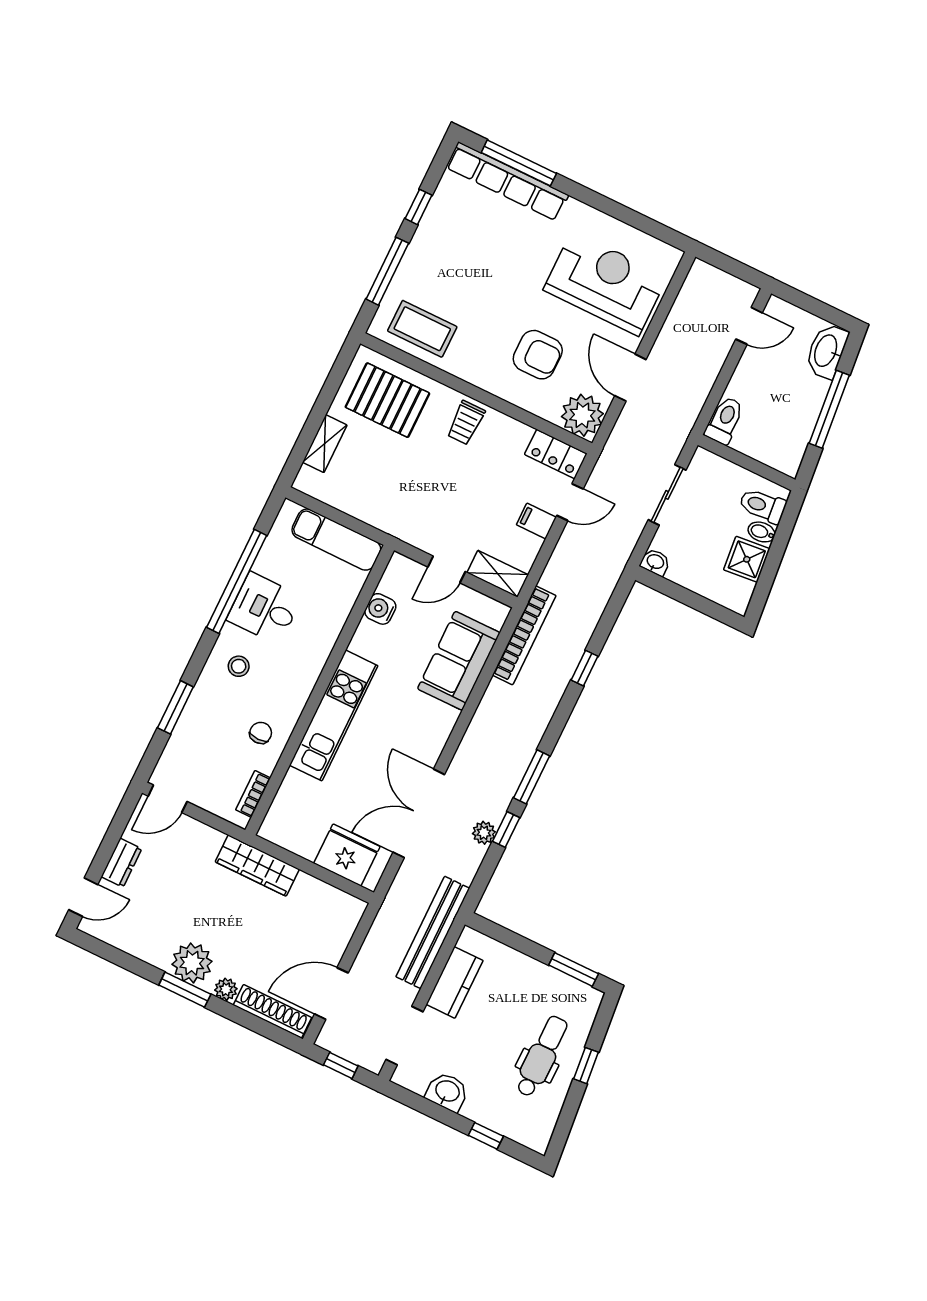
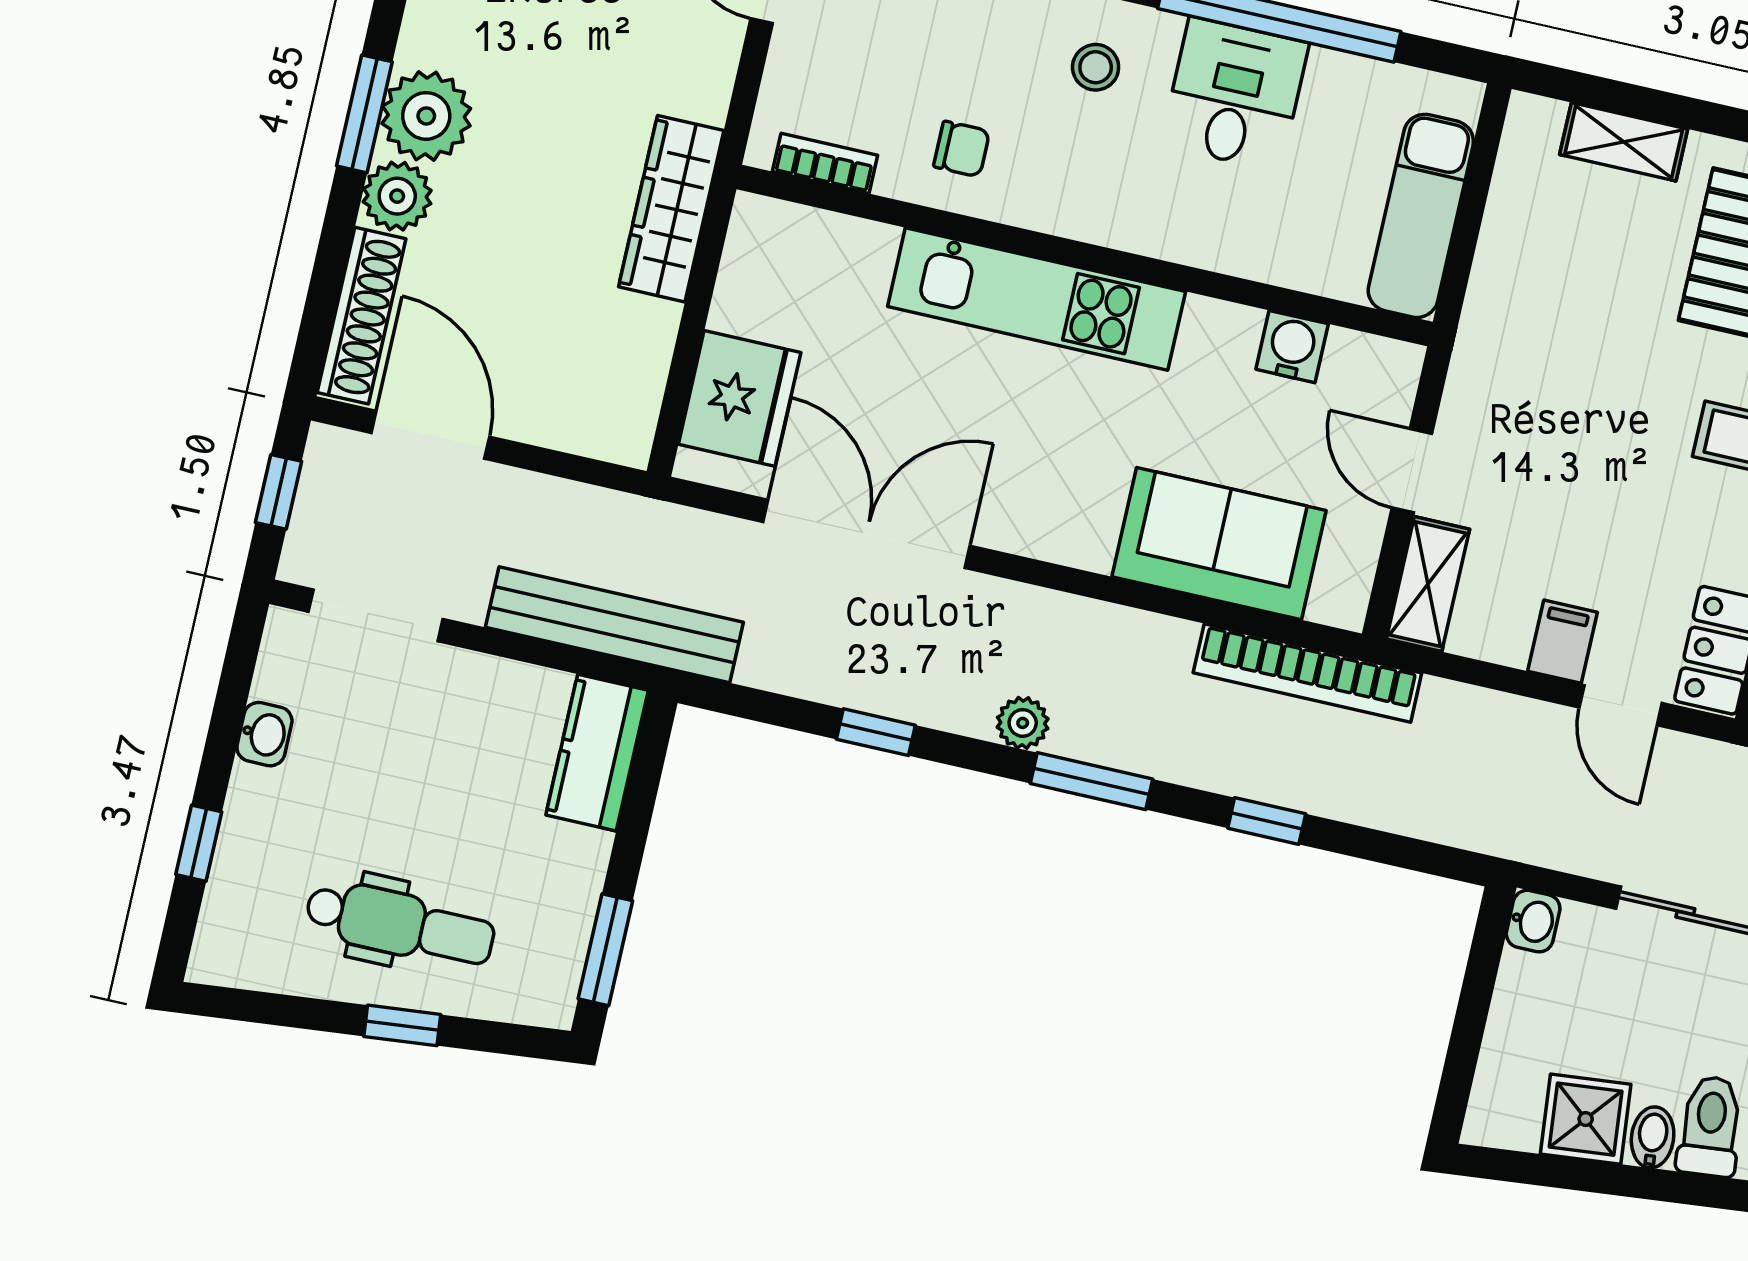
window: (532, 777) -> (1092, 781), moved
plant: (484, 833) -> (1023, 723), moved
kitchen counter: (455, 982) -> (597, 753), moved, turned 90
plant: (226, 989) -> (397, 196), width x1.38, depth x1.38
washbasin: (447, 1092) -> (264, 734), width x0.72, depth x0.69

